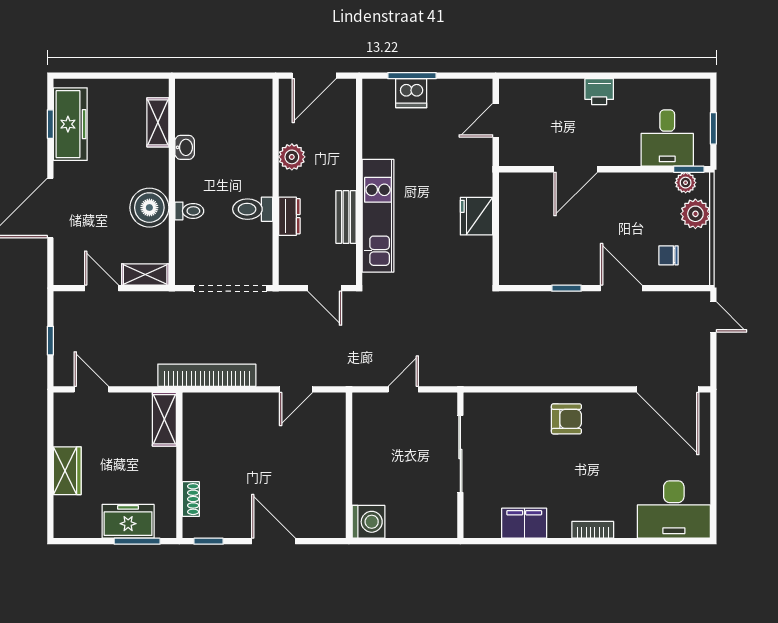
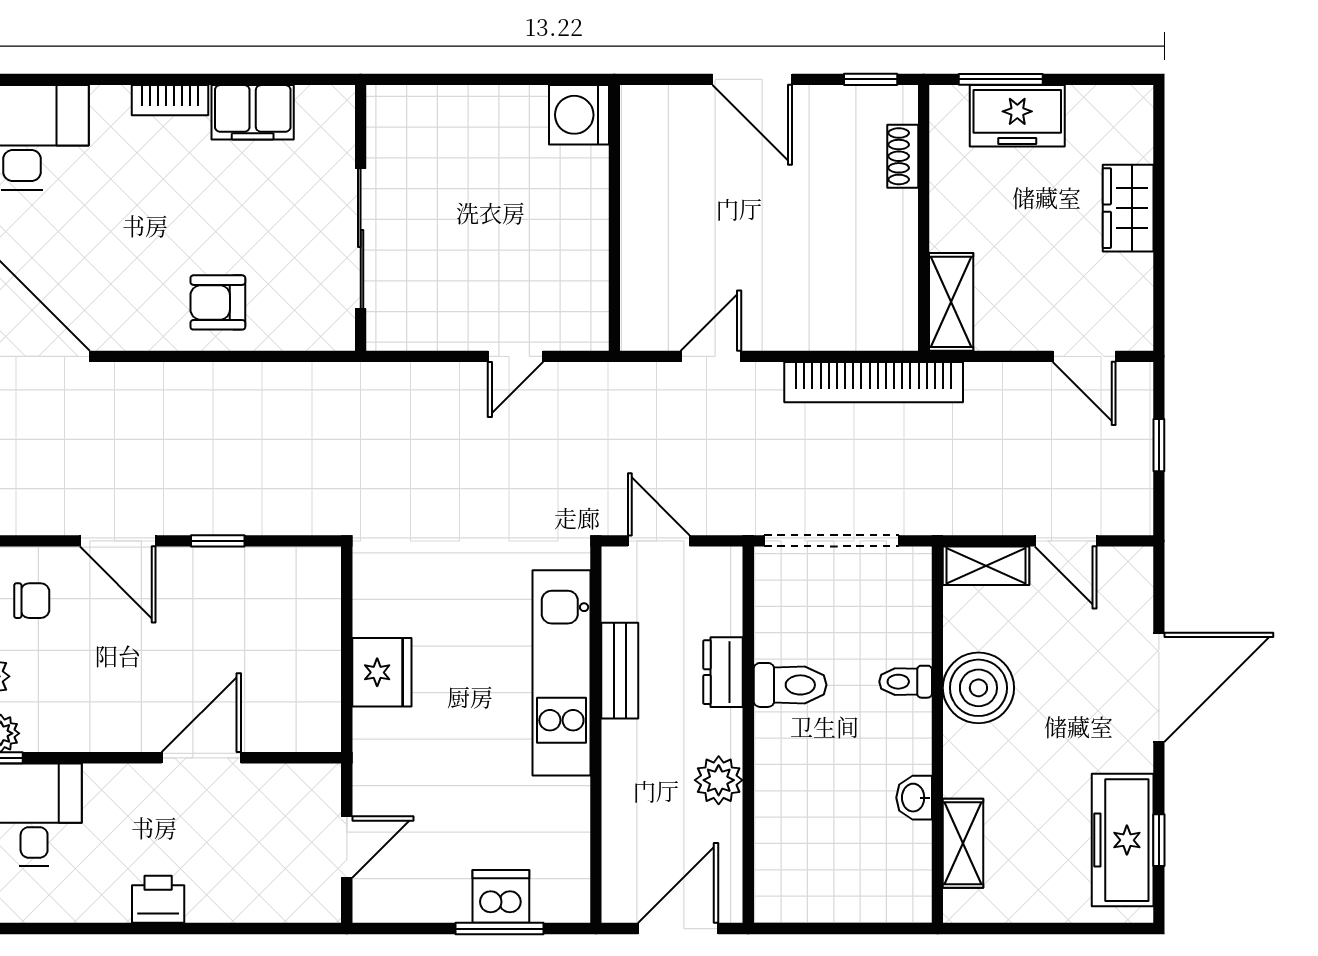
sliding door: (460, 454) -> (361, 239), moved
wall: (460, 465) -> (361, 218), moved
filing cabinet: (524, 523) -> (253, 112), moved

